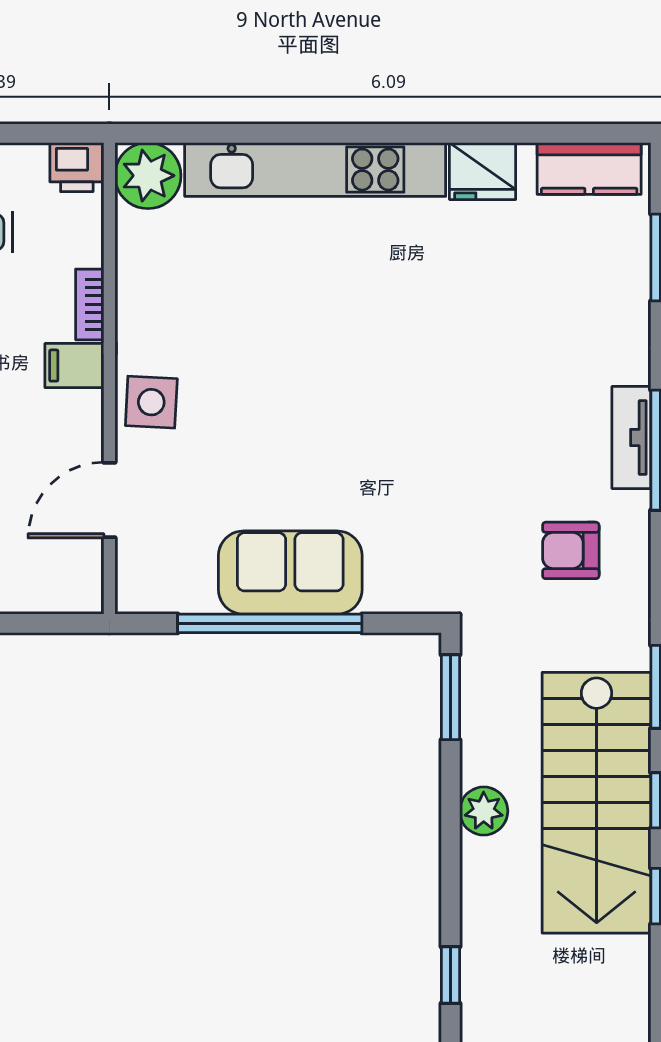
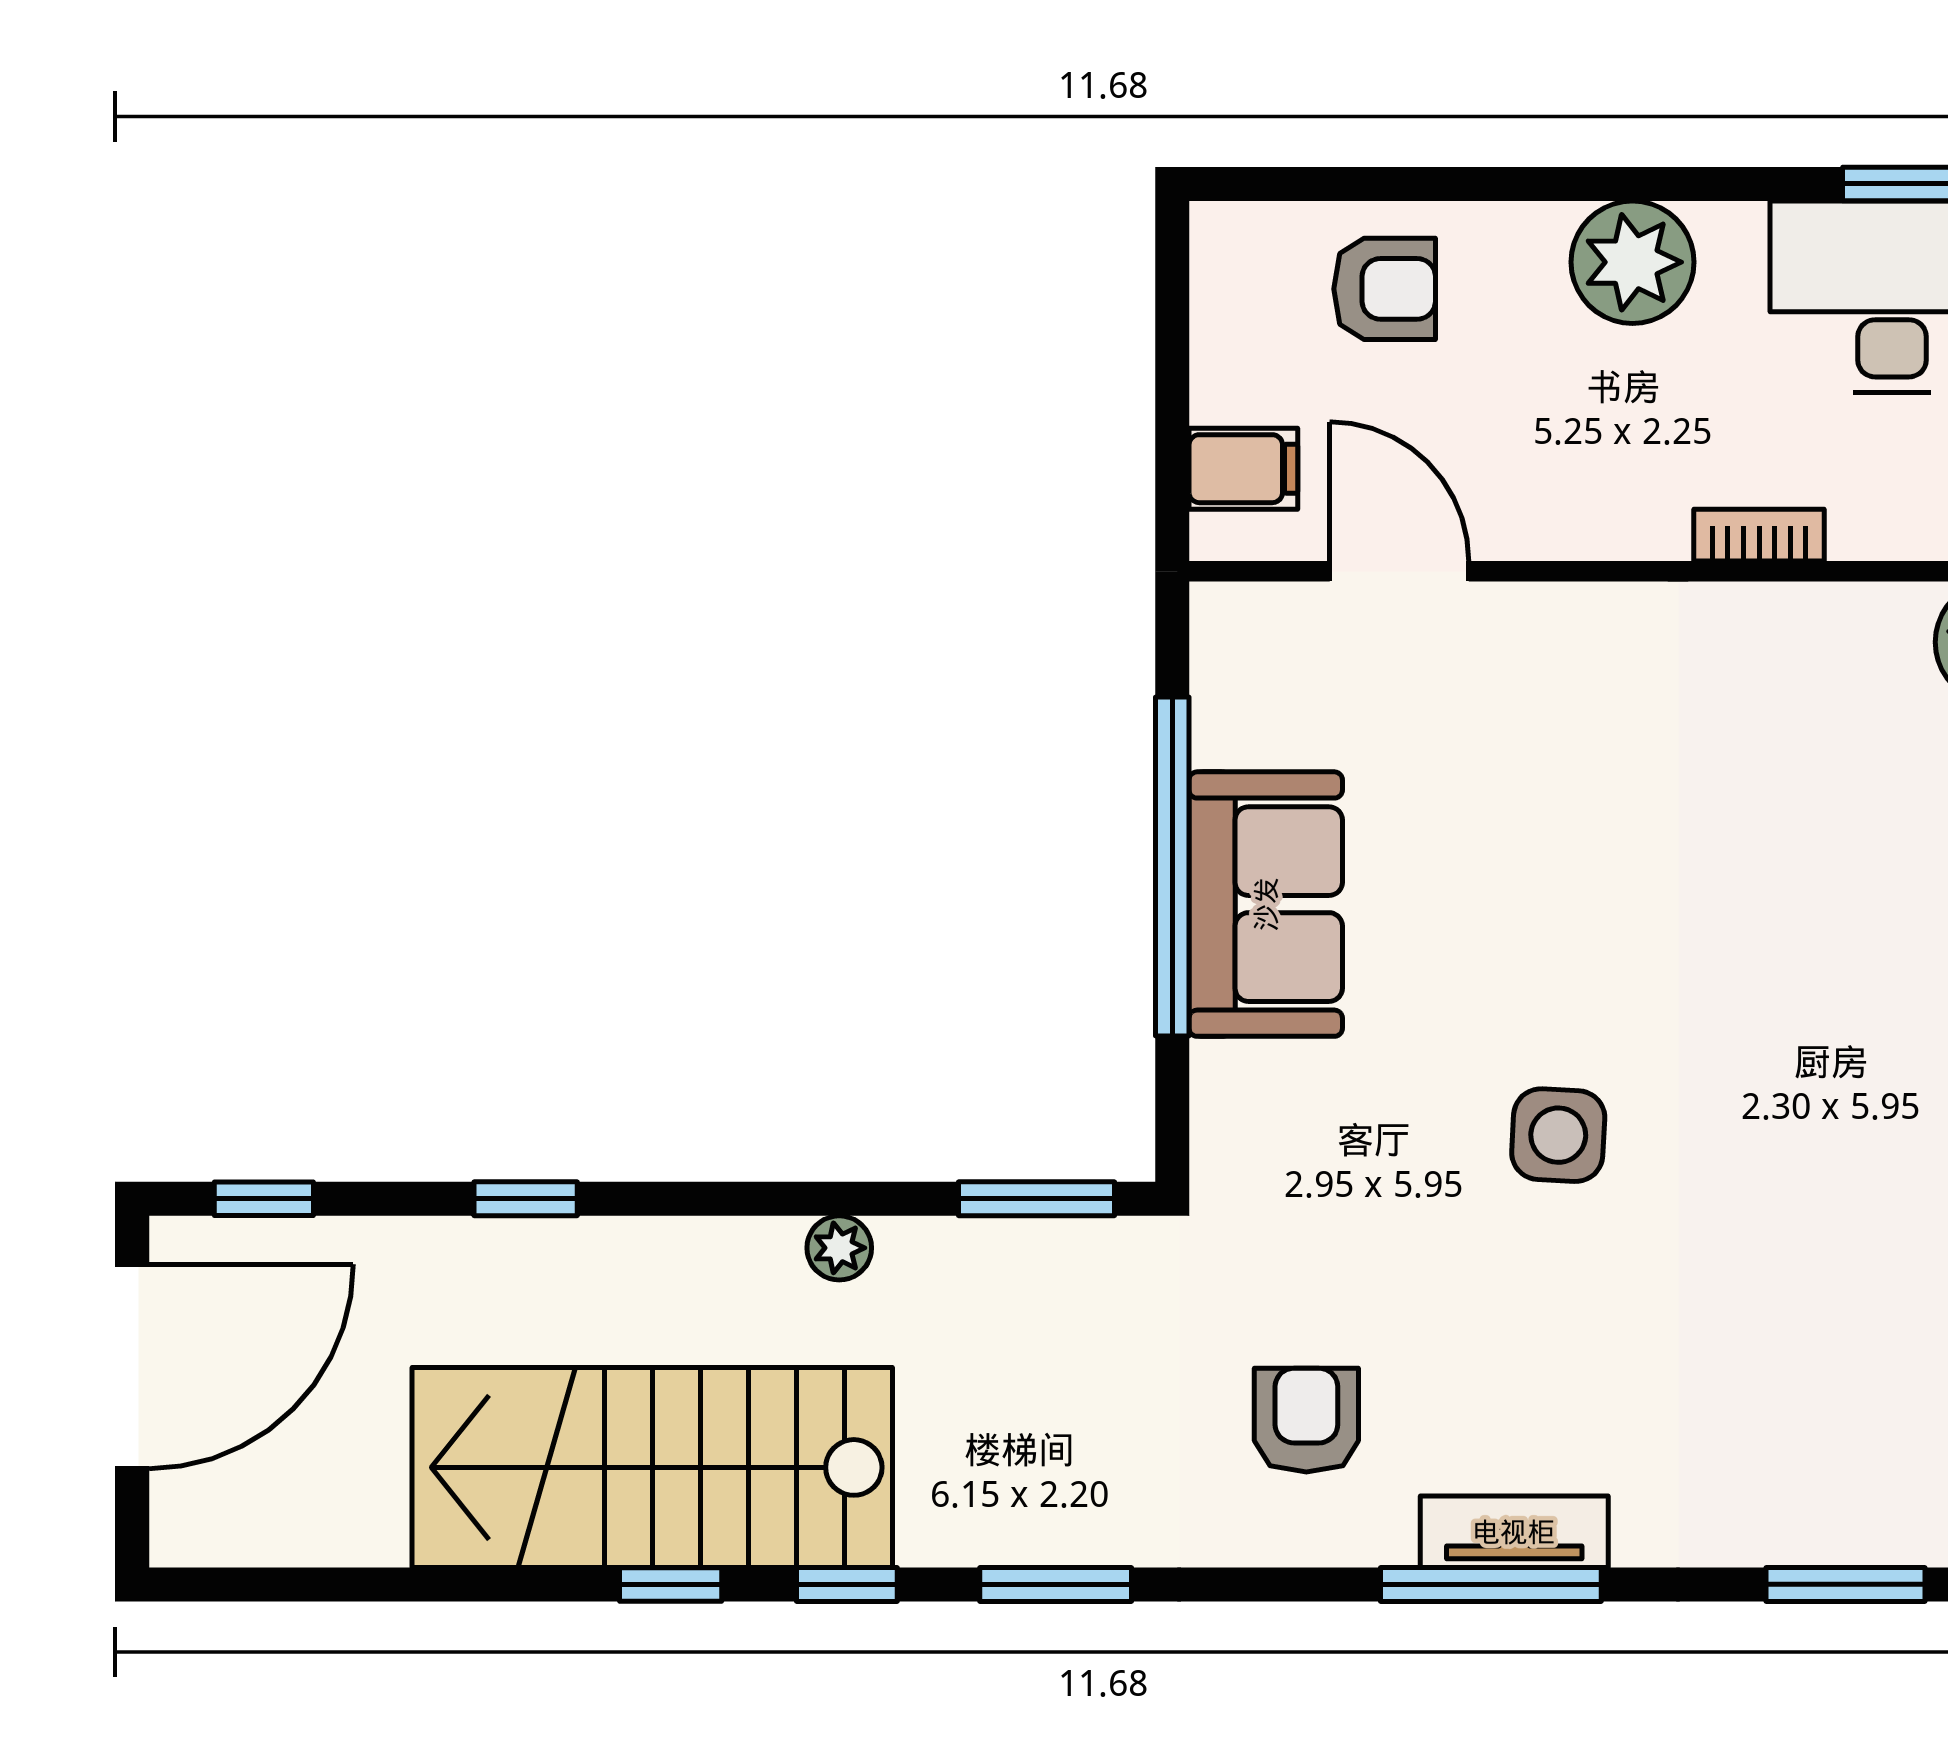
filing cabinet: (74, 366) -> (1243, 469), moved, turned 90
side table: (151, 402) -> (1558, 1135), moved
stairs: (597, 803) -> (652, 1467), moved
plant: (484, 811) -> (839, 1248), width x0.73, depth x0.73

